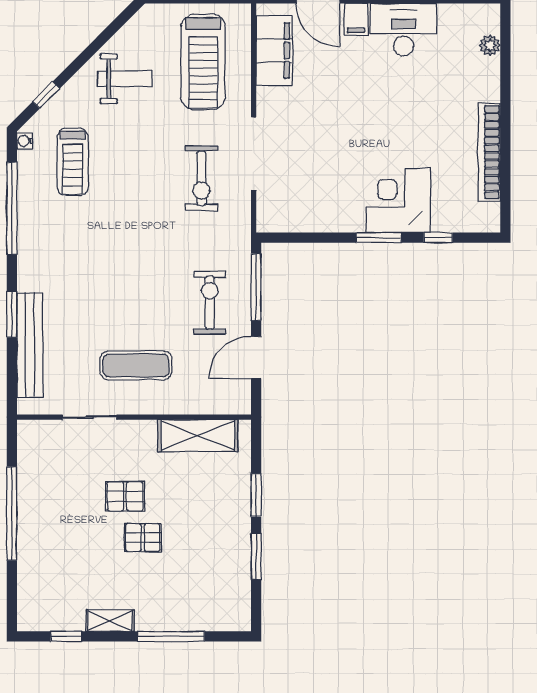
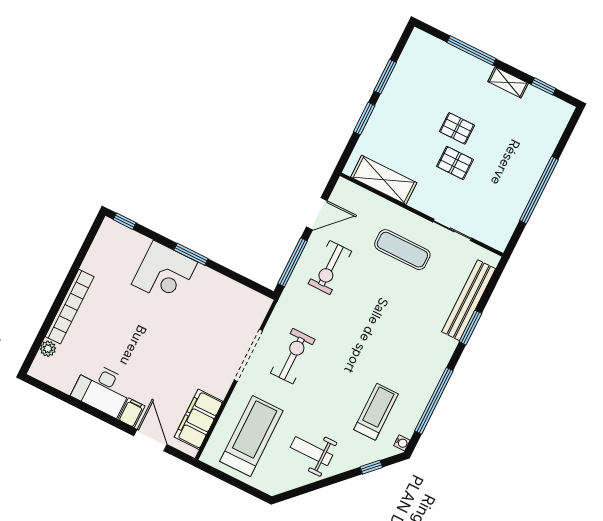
bookcase: (489, 152) -> (70, 307), moved
window: (438, 238) -> (125, 221), moved

